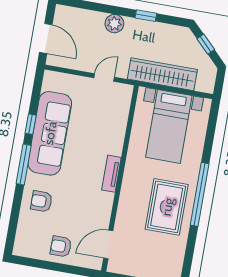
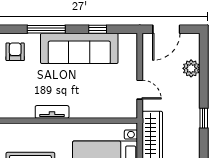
plant: (114, 24) -> (191, 68), moved
window: (31, 124) -> (98, 29), moved

